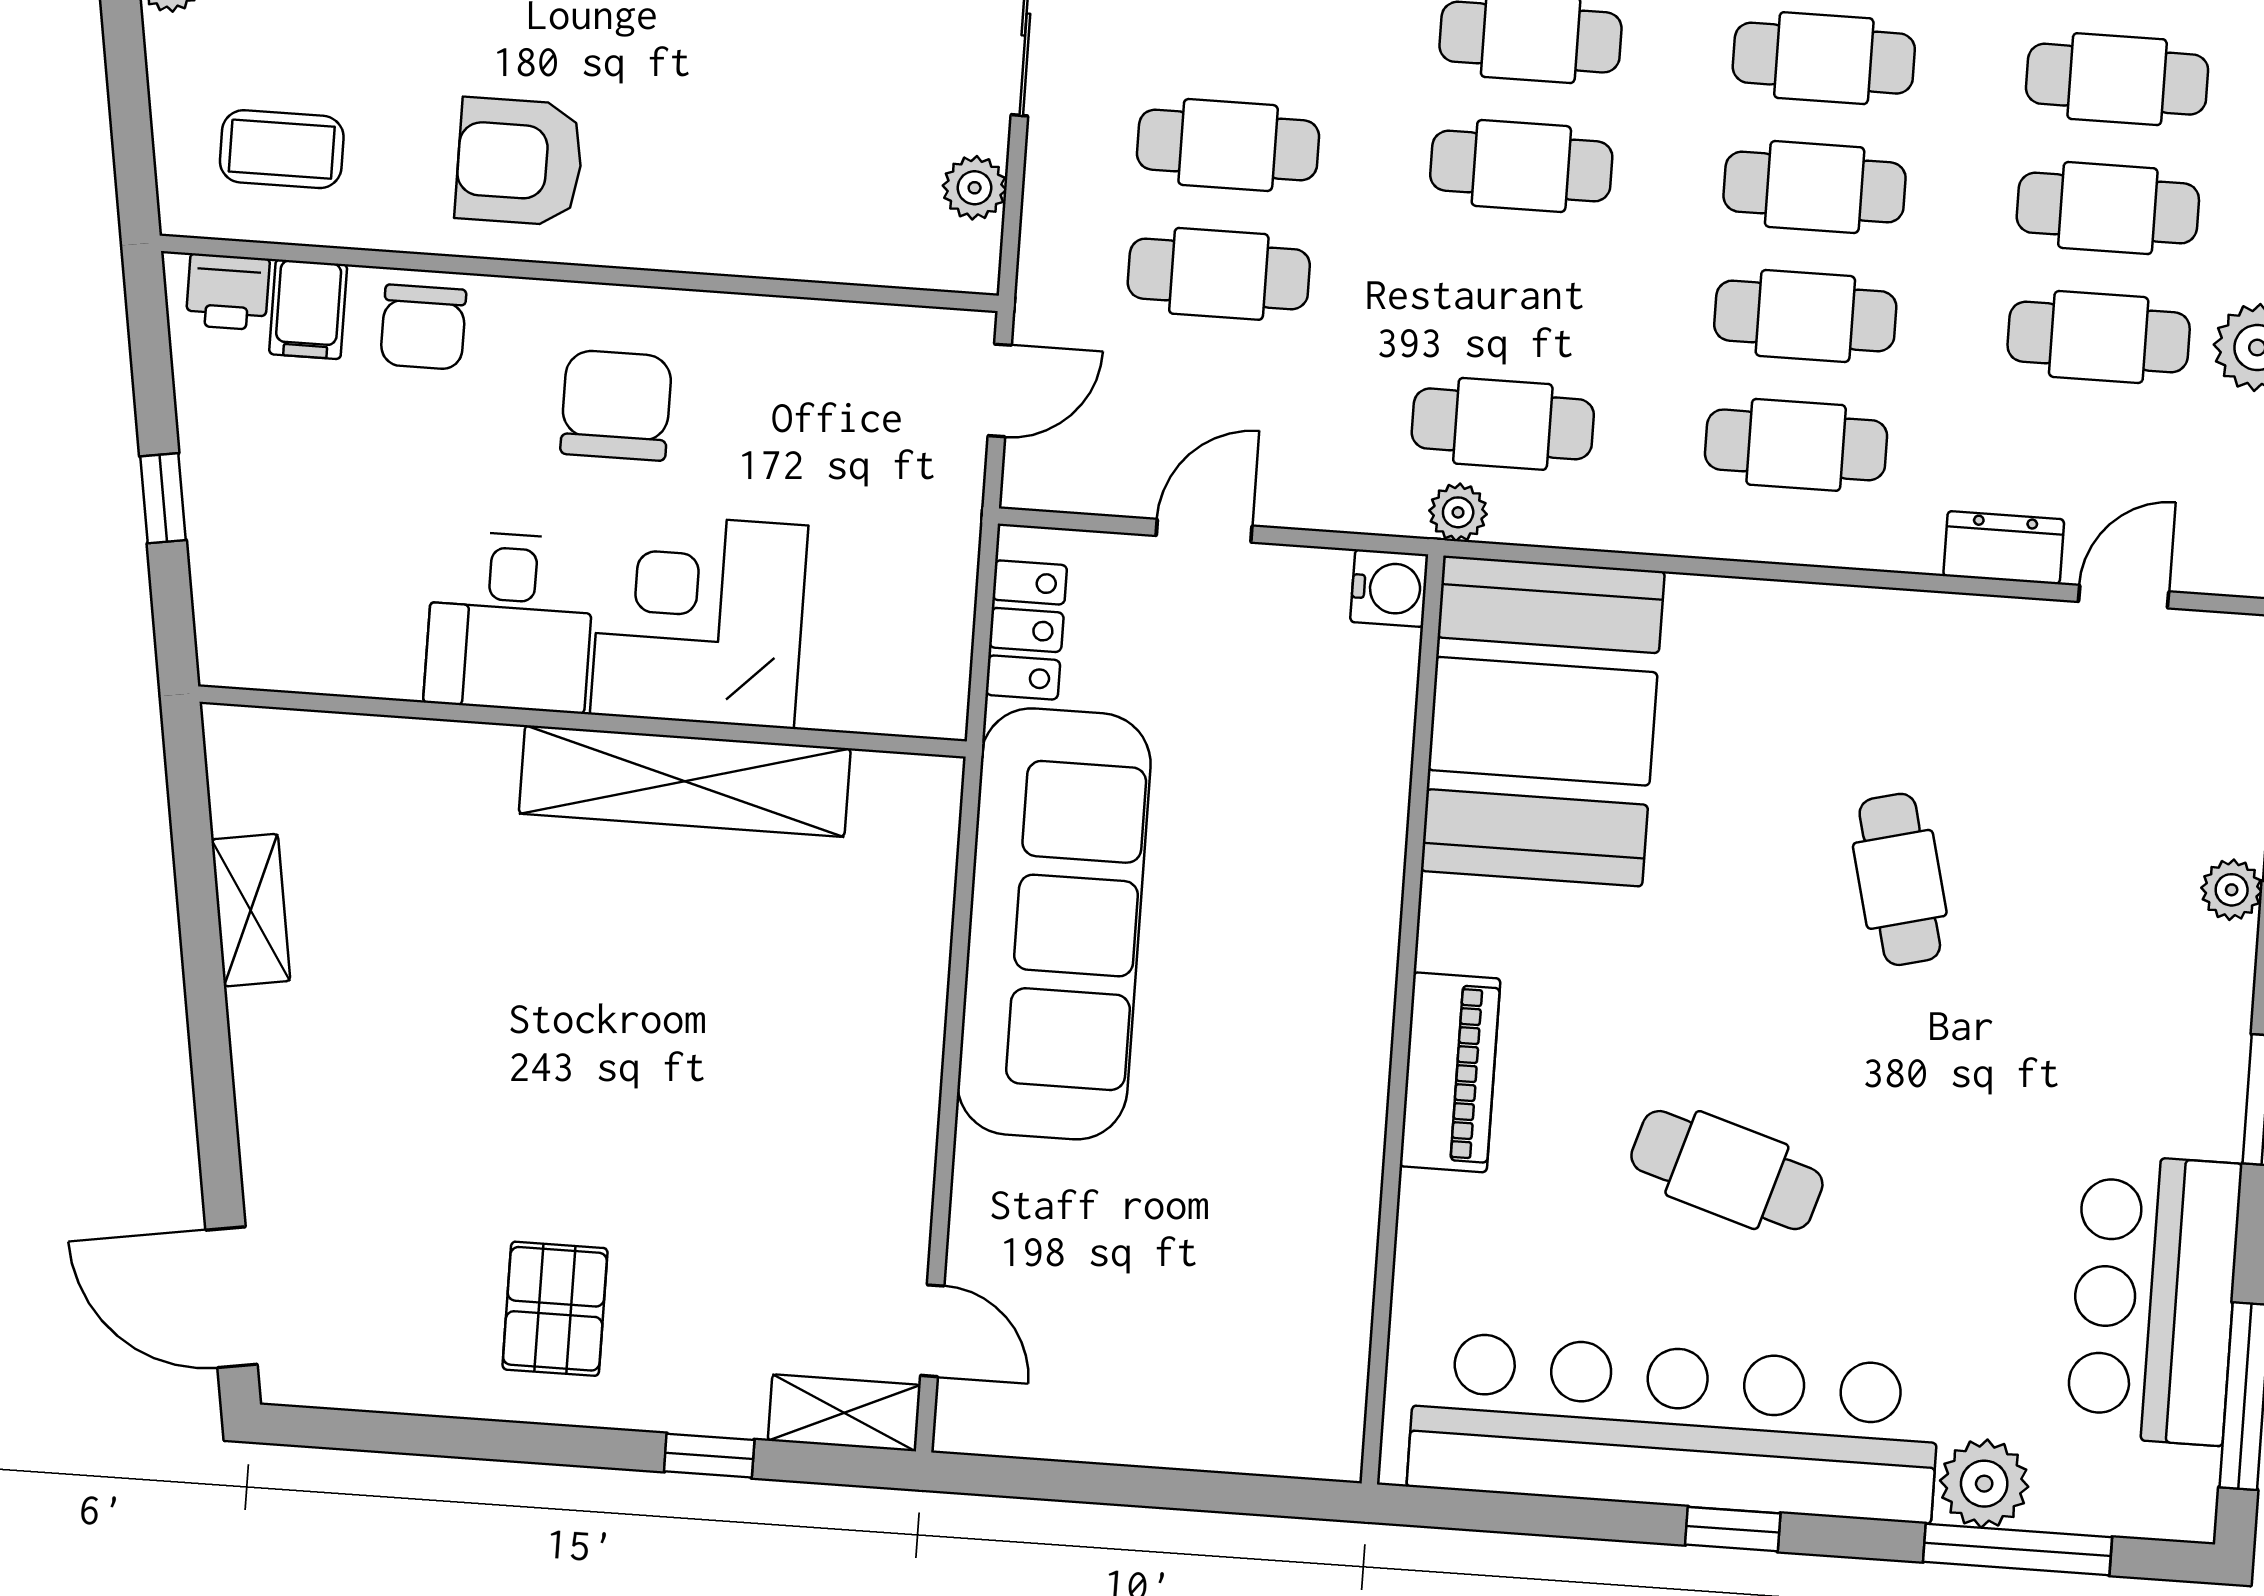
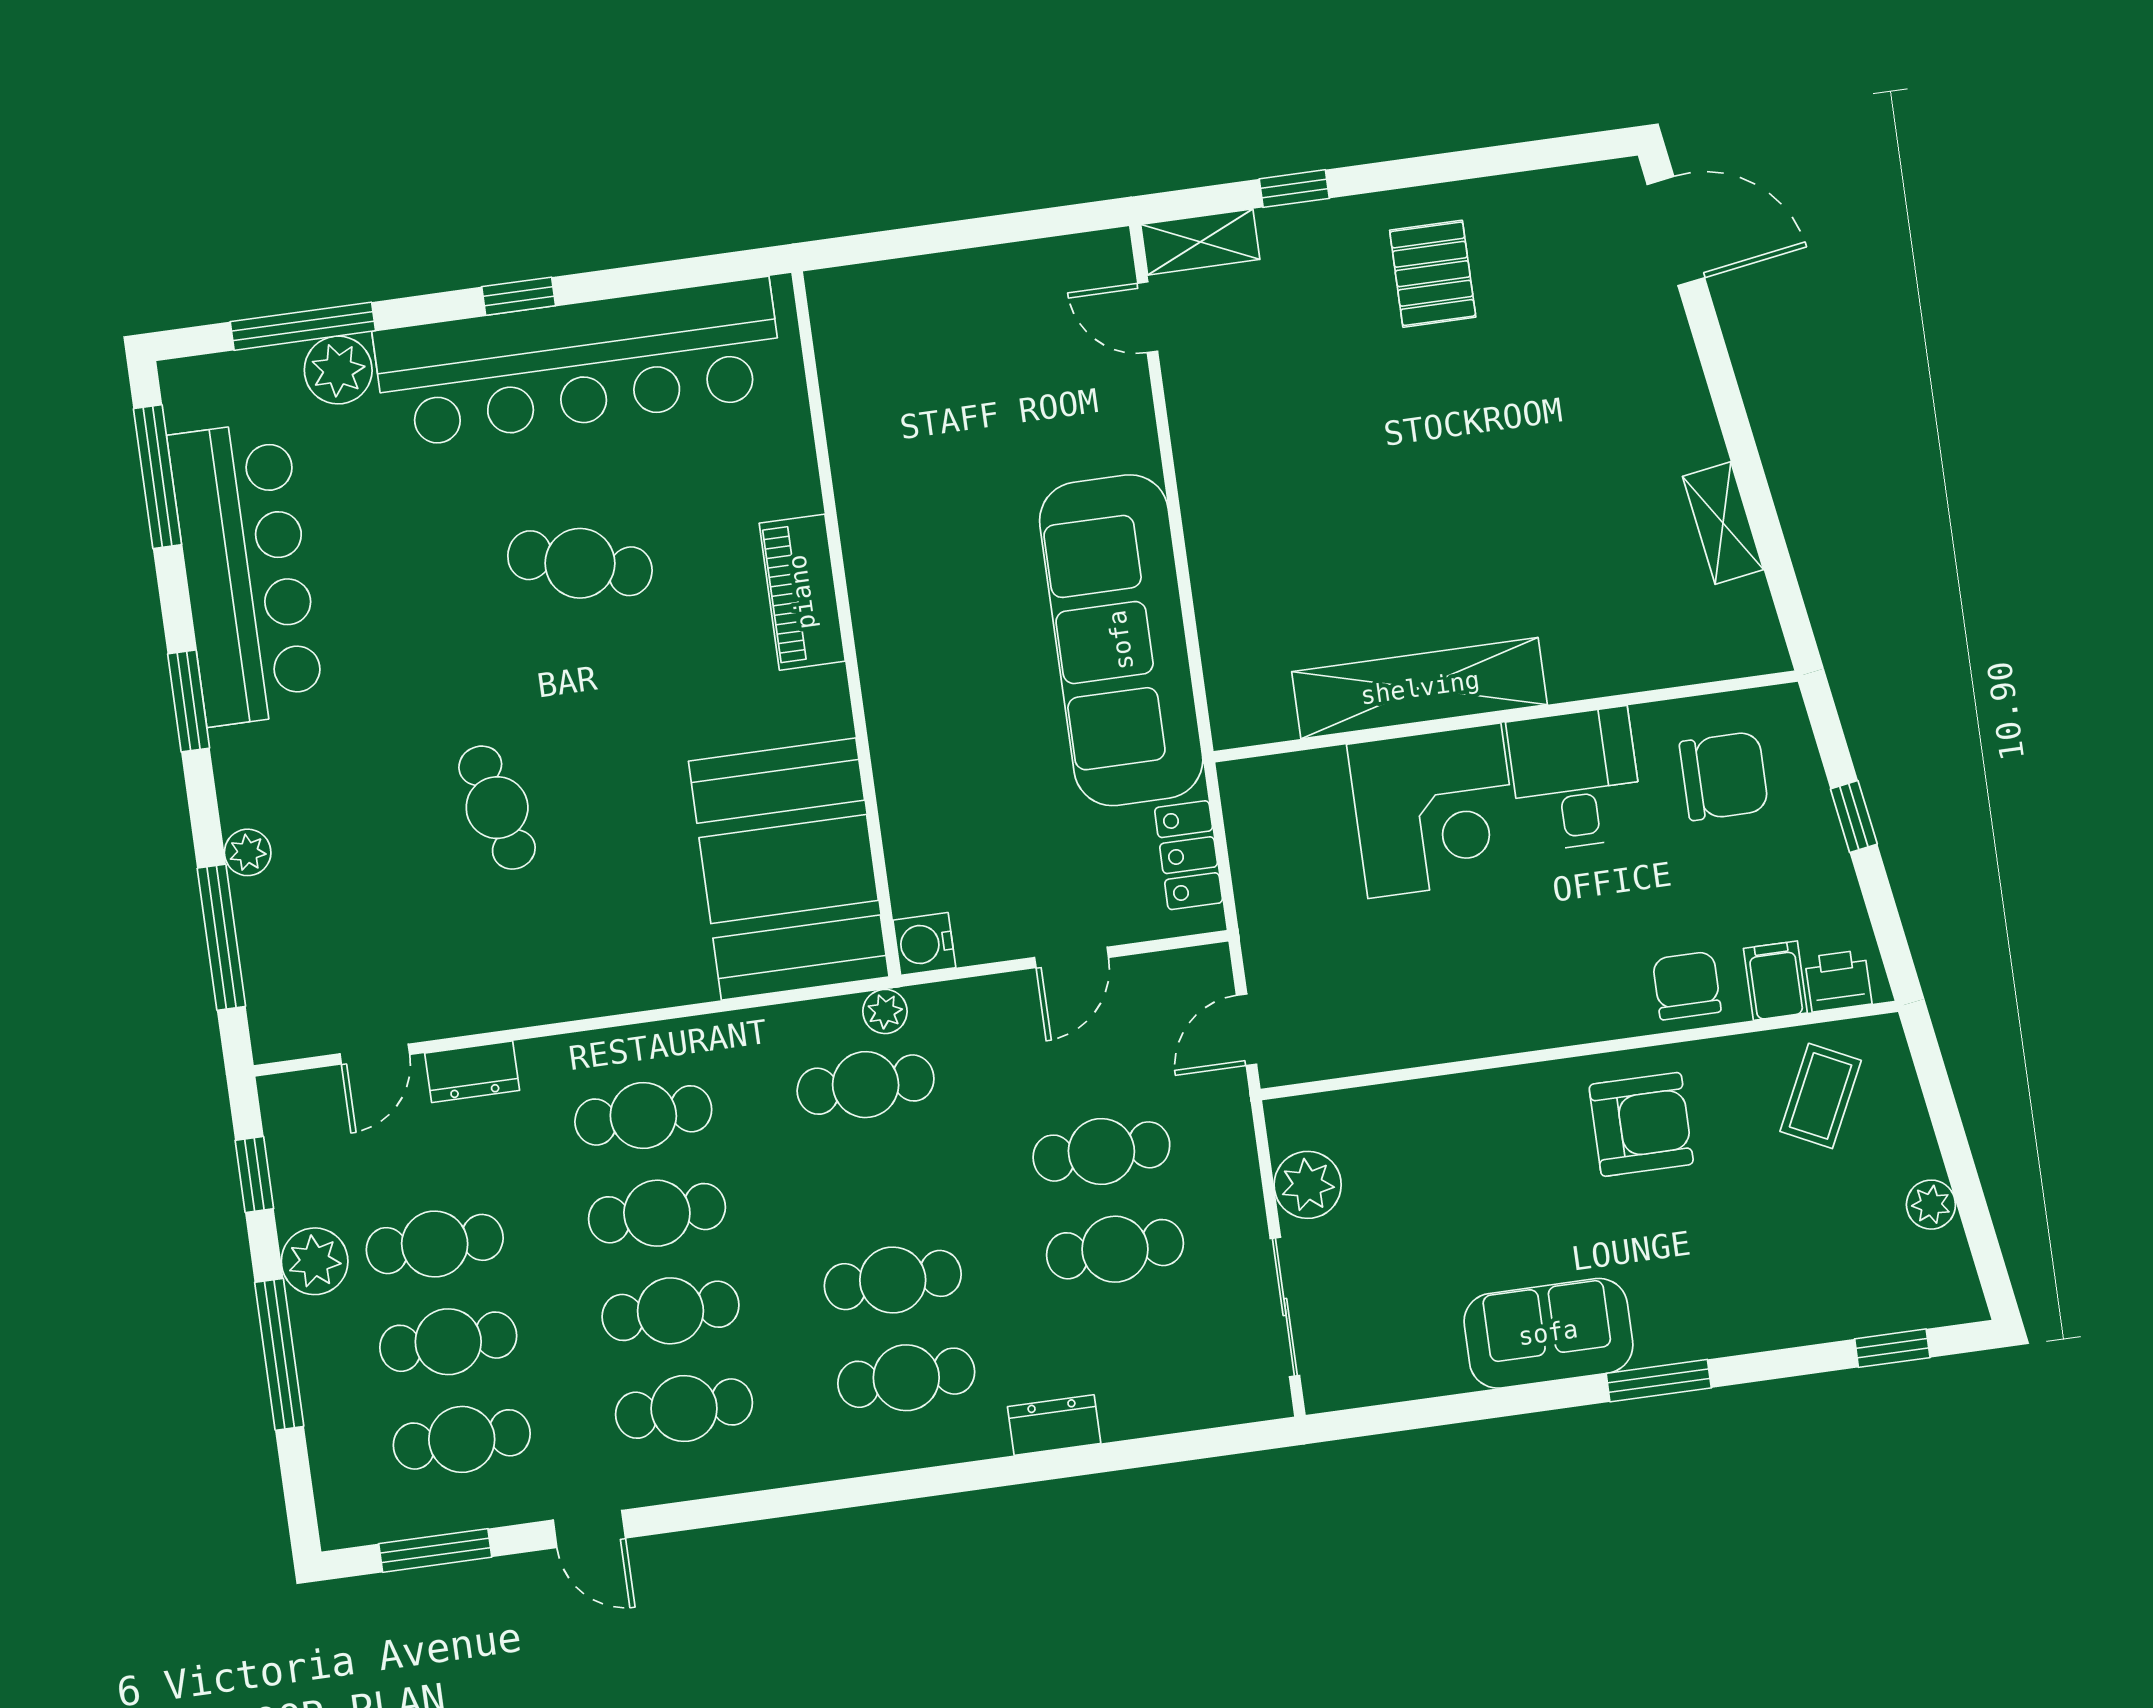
coffee table: (282, 149) -> (1821, 1096), turned -64
plant: (975, 188) -> (1308, 1185), width x1.38, depth x1.38
chair: (616, 405) -> (1724, 776), moved, turned -90
bar counter: (2154, 1299) -> (246, 573), width x1.36

